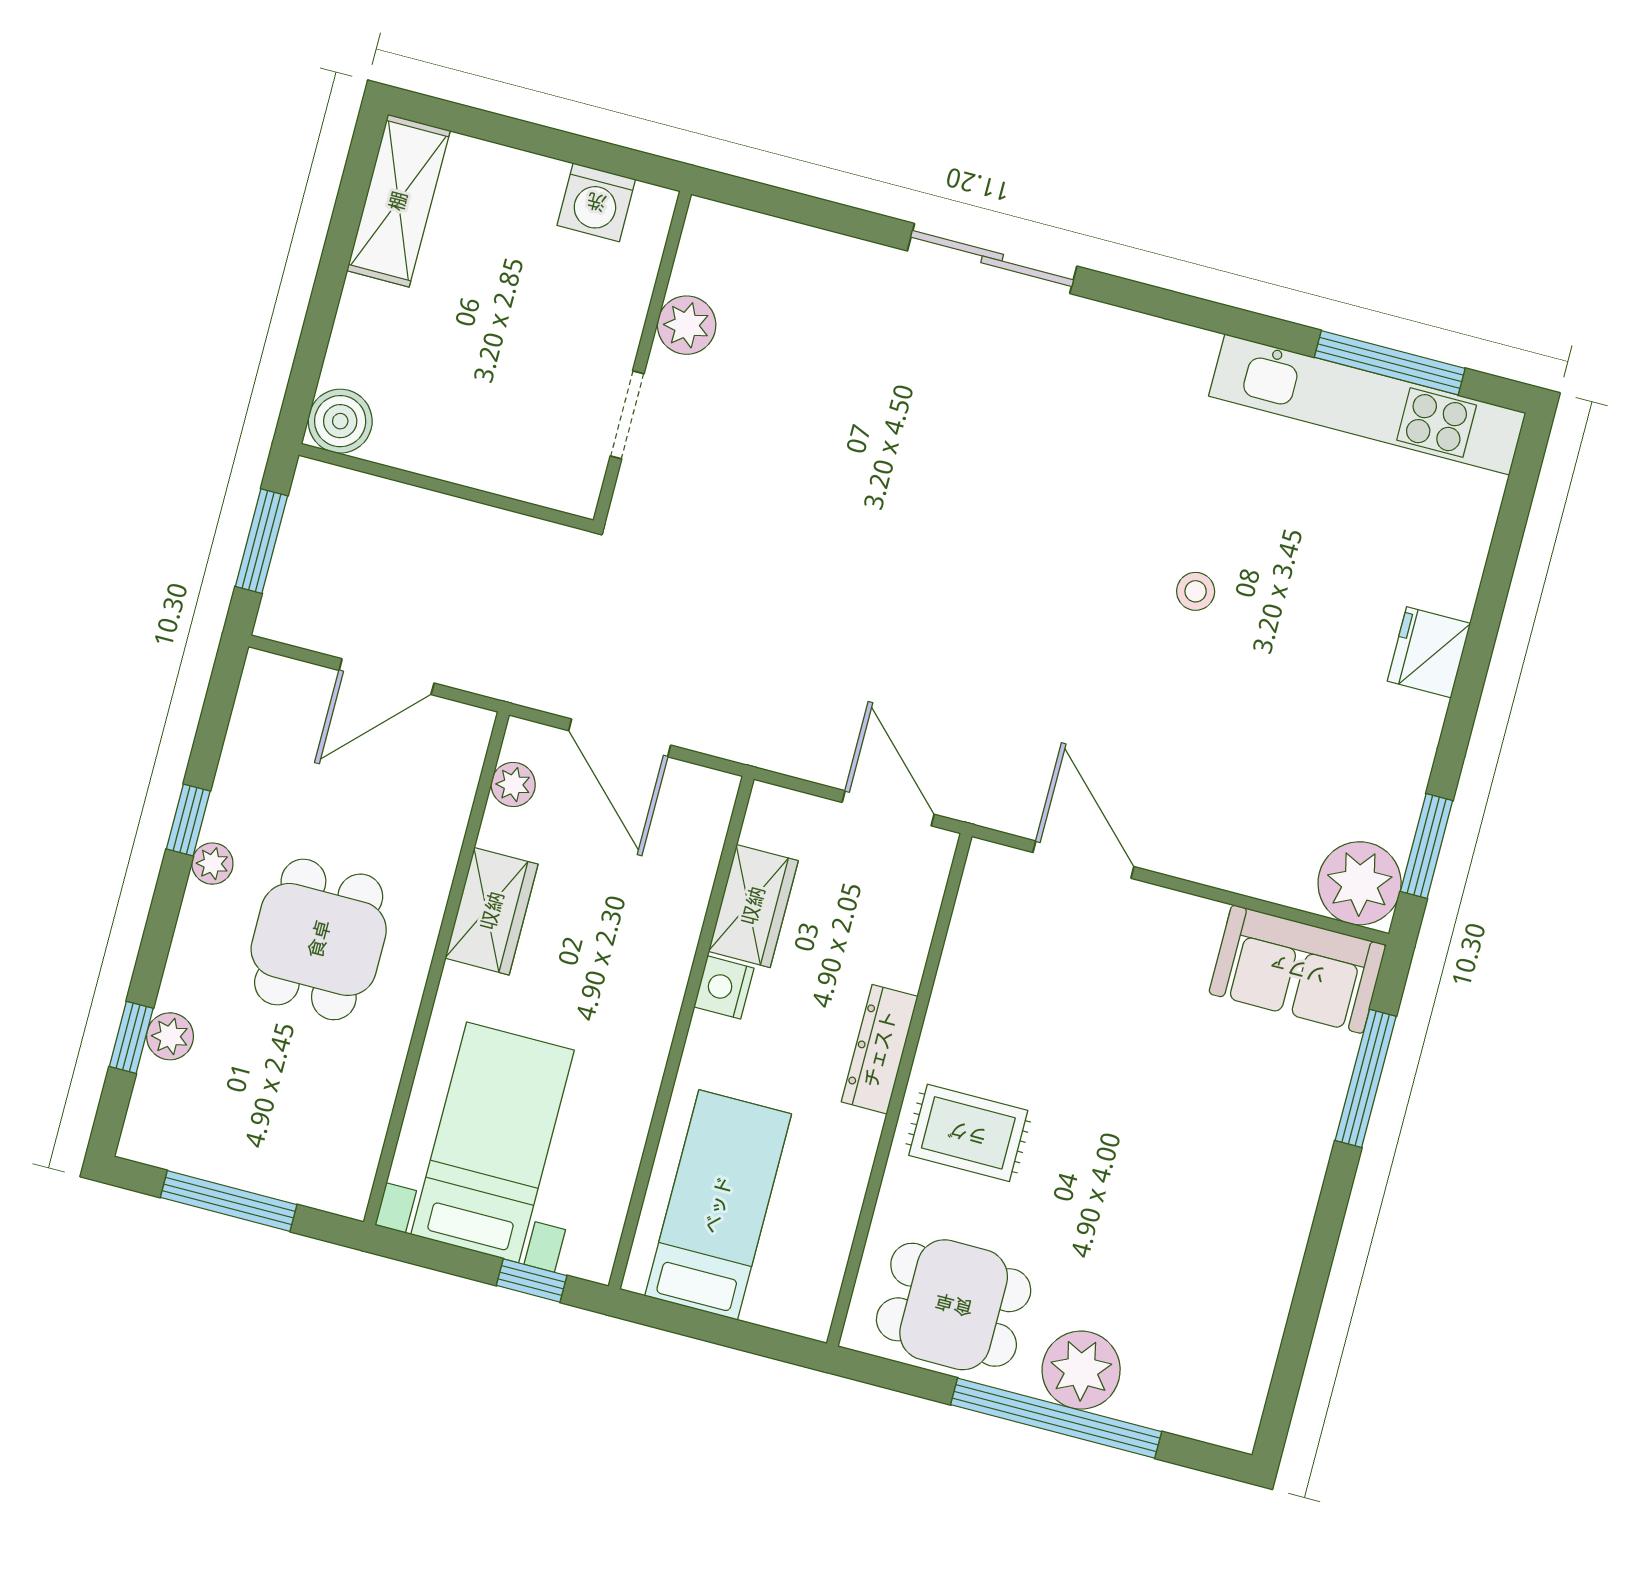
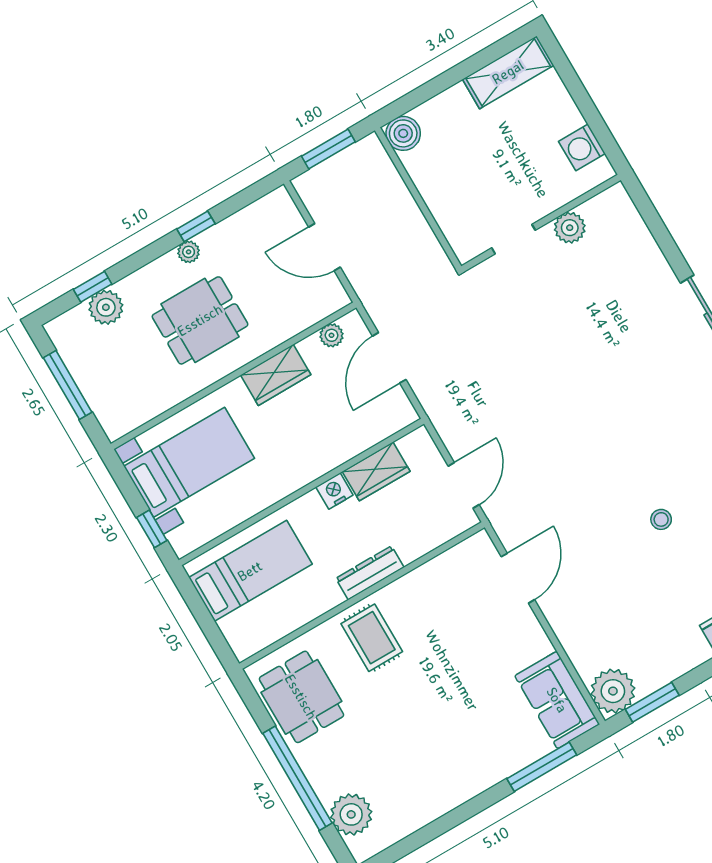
plant: (170, 1036) -> (106, 307), width x1.38, depth x1.38
plant: (1081, 1370) -> (351, 814), moved

